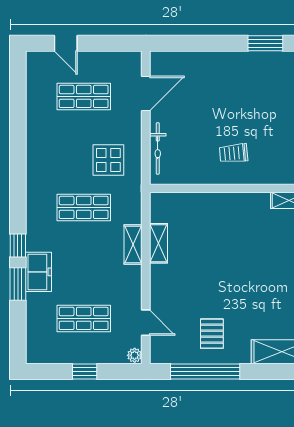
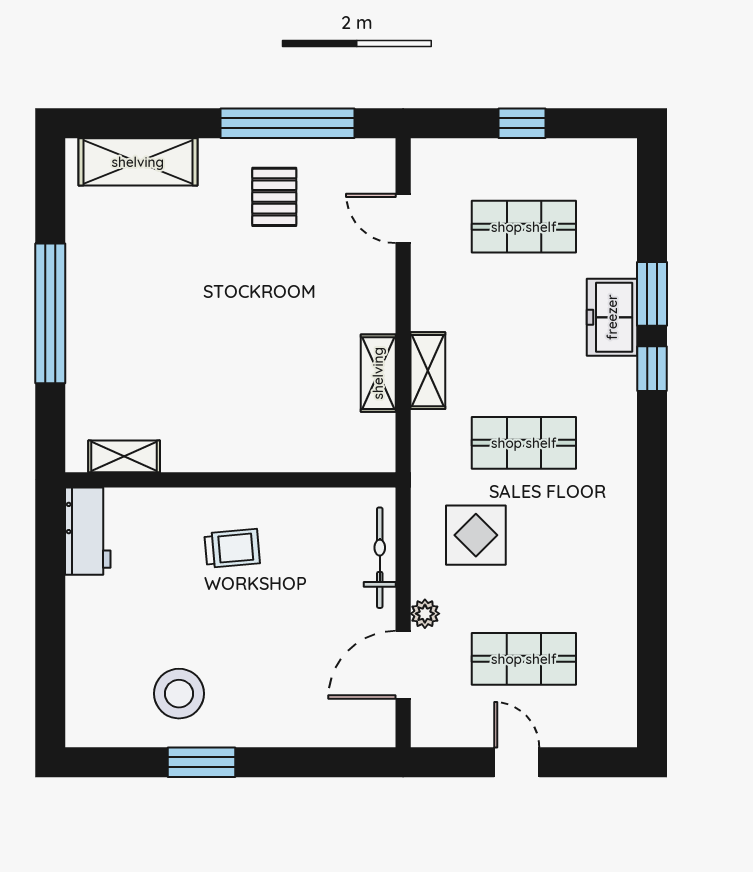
door: (66, 43) -> (517, 762), moved
window: (265, 43) -> (202, 762), moved
stool: (261, 79) -> (179, 694), added
plant: (135, 355) -> (425, 614), moved

